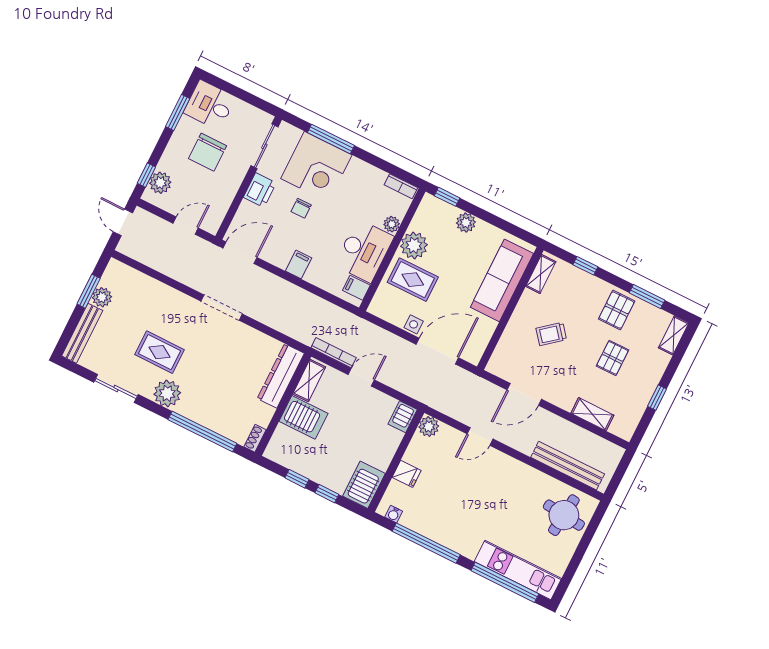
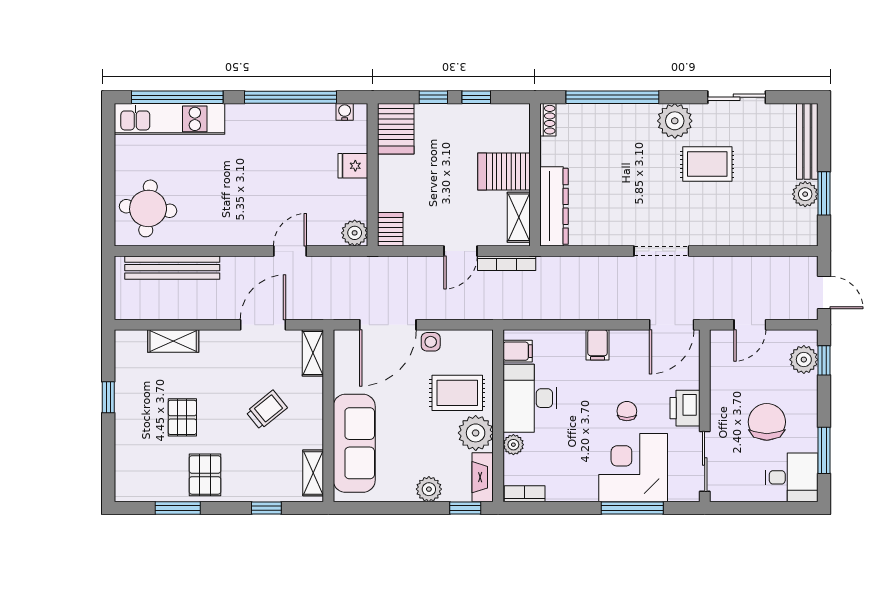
fireplace: (424, 212) -> (483, 477), added
shelving: (674, 335) -> (313, 353), moved

